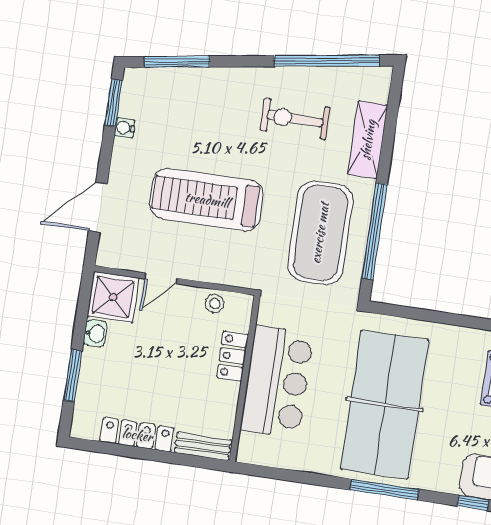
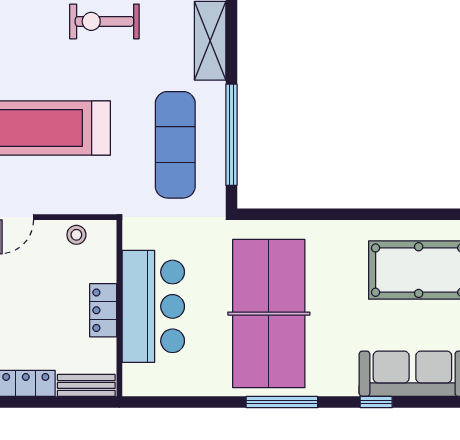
exercise bike: (295, 119) -> (104, 21), moved
exercise mat: (320, 233) -> (175, 145), width x0.68
locker: (232, 356) -> (103, 310), moved

